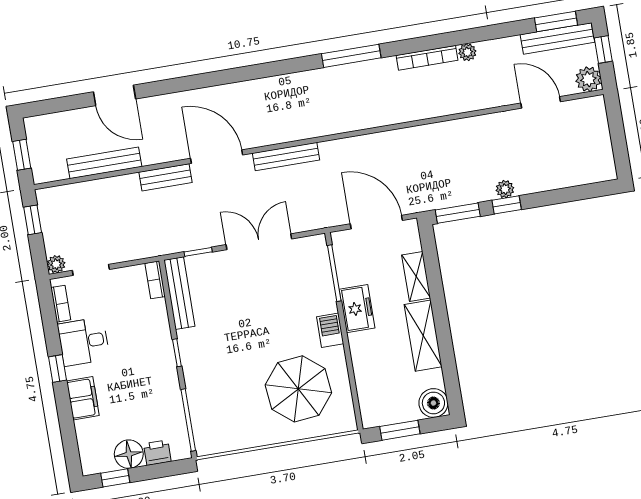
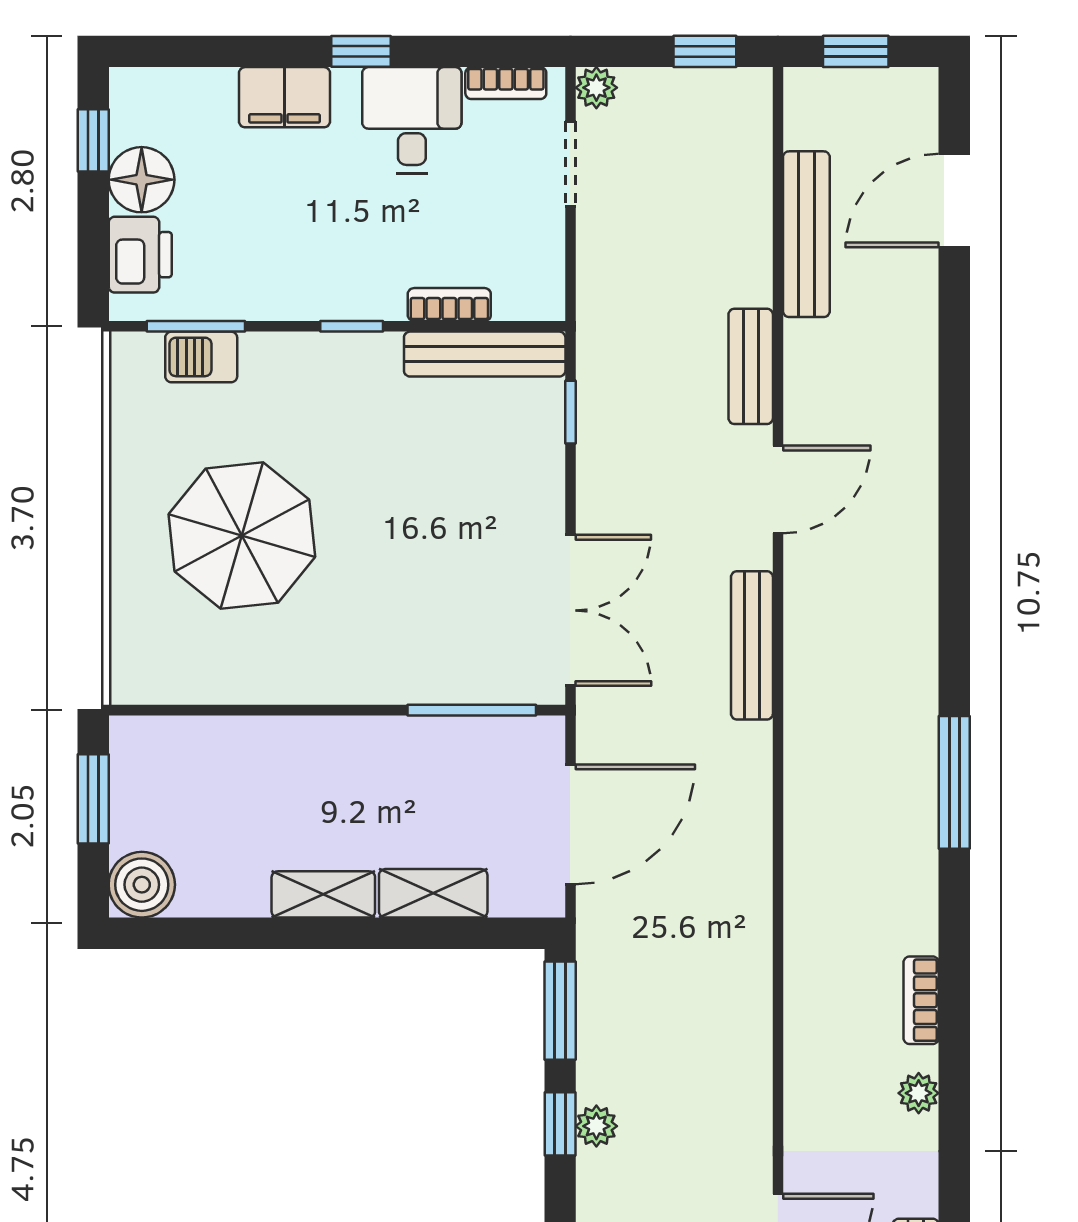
window: (351, 56) -> (954, 782), moved
bookcase: (427, 58) -> (921, 1000), width x0.64
door: (115, 95) -> (954, 201), moved
door: (217, 157) -> (778, 489), width x0.73
double door: (259, 242) -> (570, 610), moved
bookcase: (155, 280) -> (449, 305), moved
freezer: (357, 309) -> (383, 748), removed
barbecue: (330, 330) -> (201, 357), moved, turned 180
shelving: (423, 336) -> (323, 894), width x0.67, depth x0.75
parasol: (298, 389) -> (242, 536), moved
window: (188, 420) -> (196, 326), width x0.69
printer: (157, 453) -> (140, 255), width x1.36, depth x1.24

